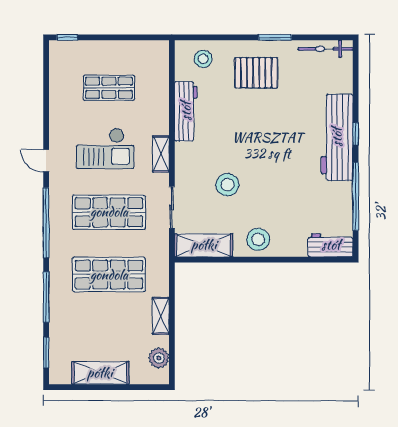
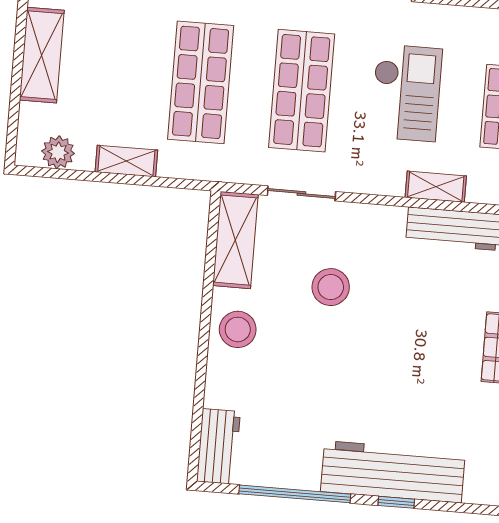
checkout: (105, 148) -> (406, 93), turned 180
shelving: (161, 154) -> (436, 187), moved

